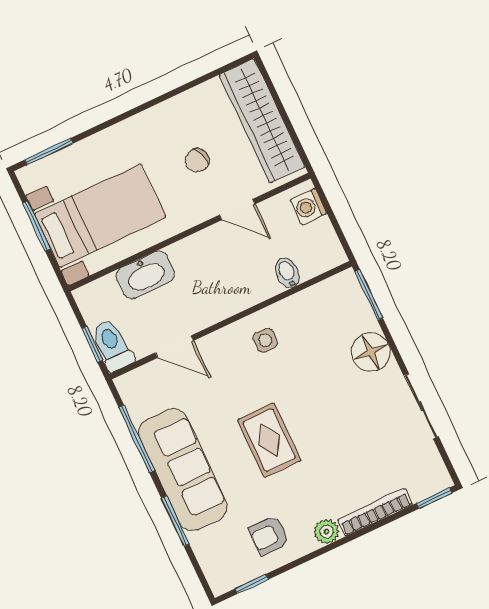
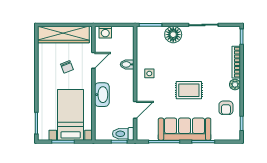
bidet: (287, 273) -> (127, 64), moved
washbasin: (145, 275) -> (102, 95), moved

